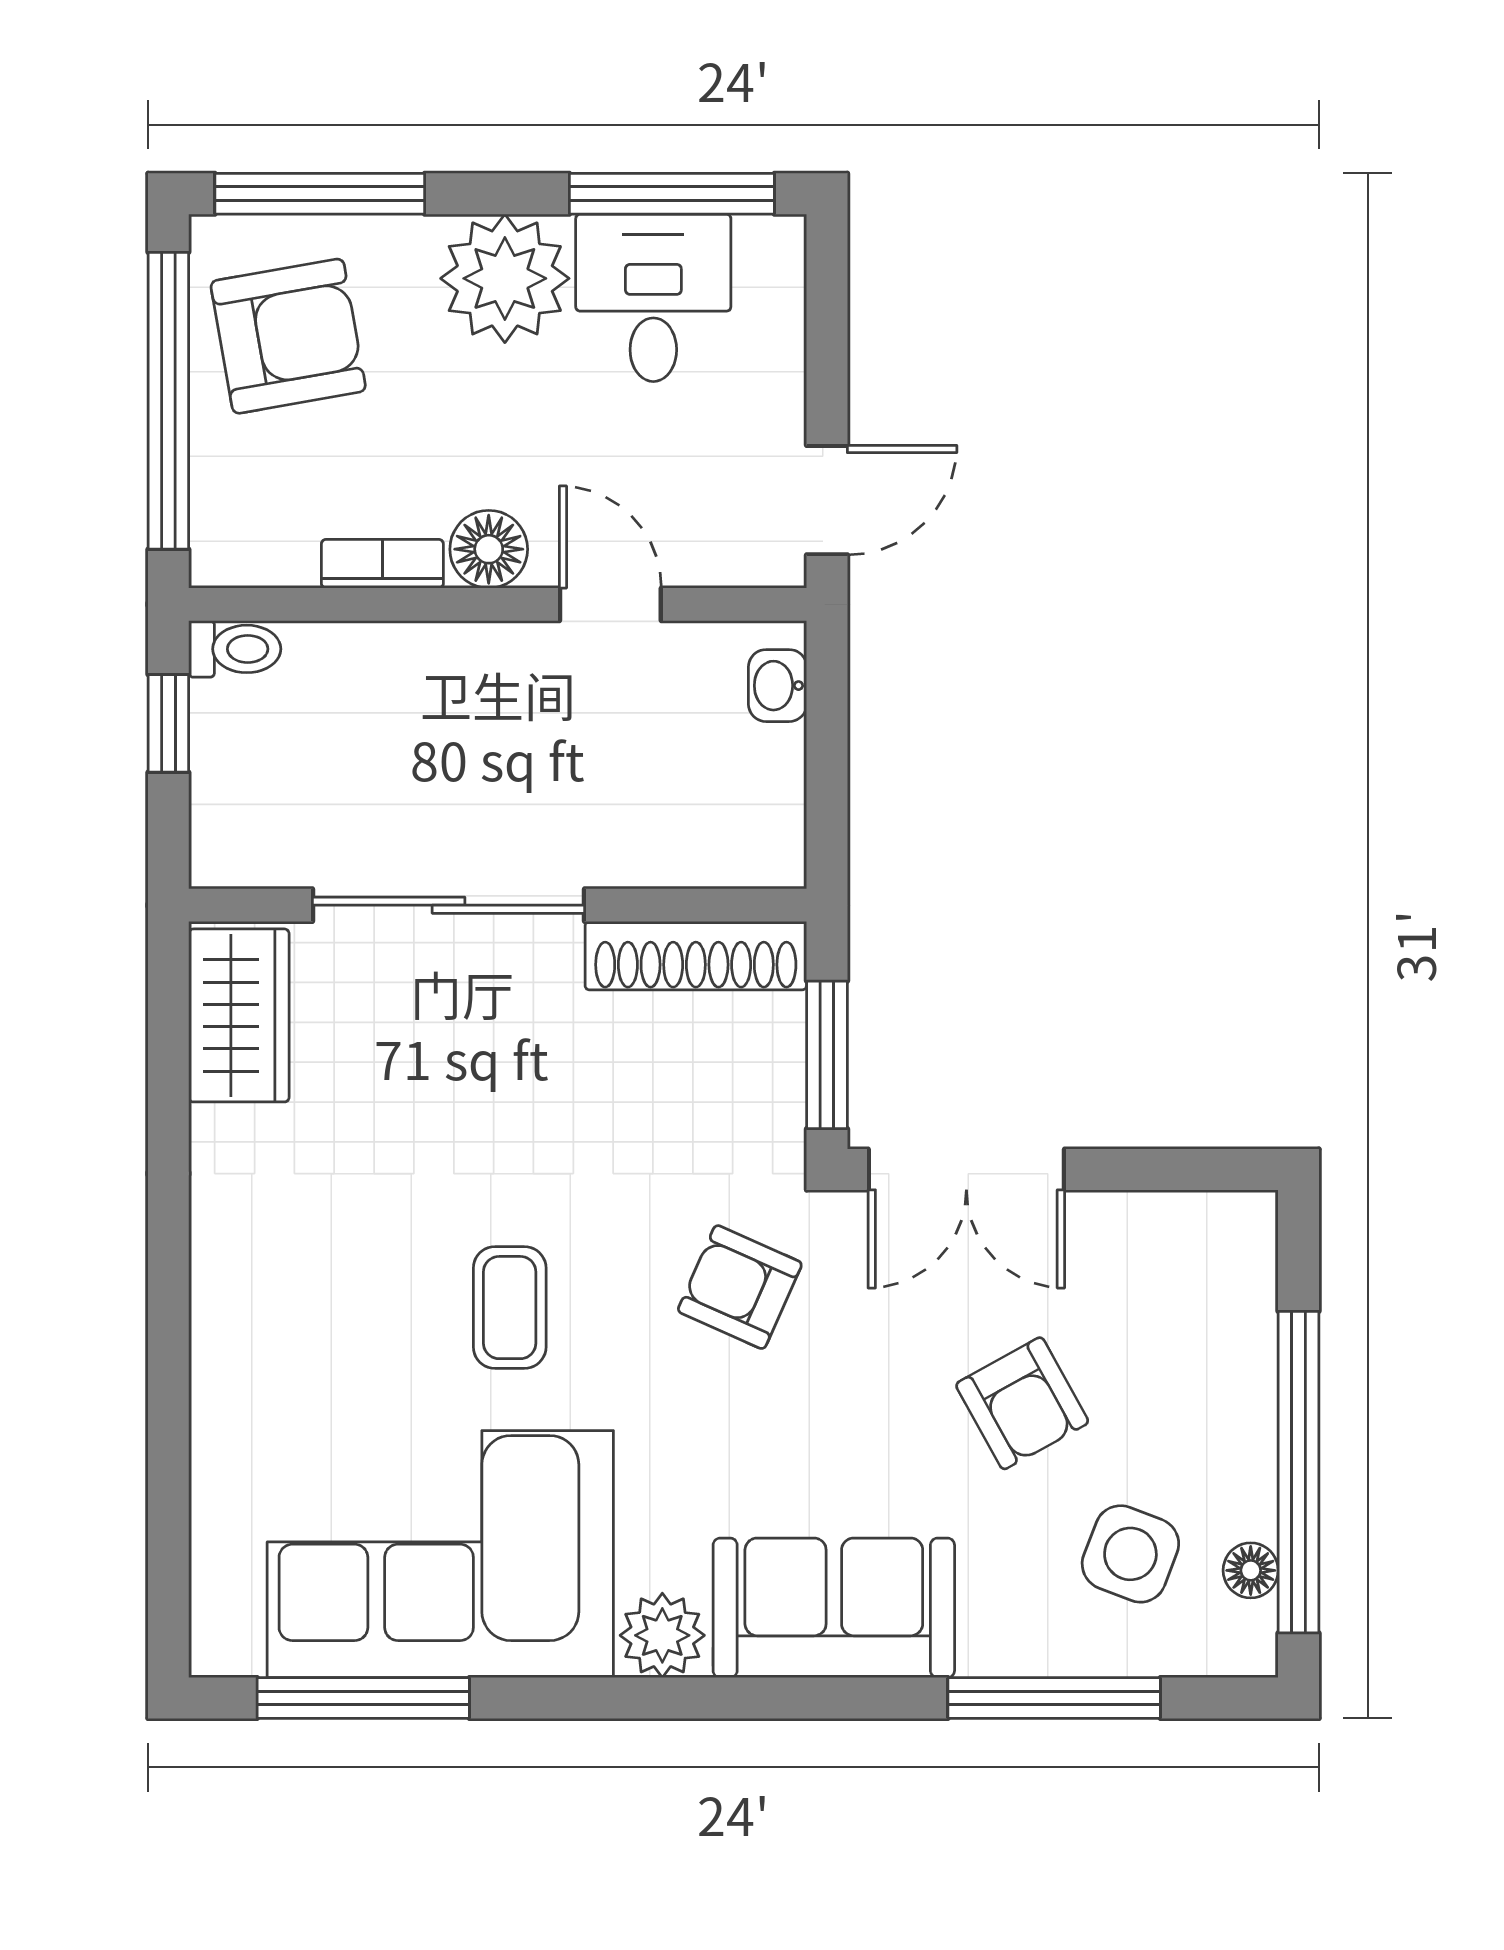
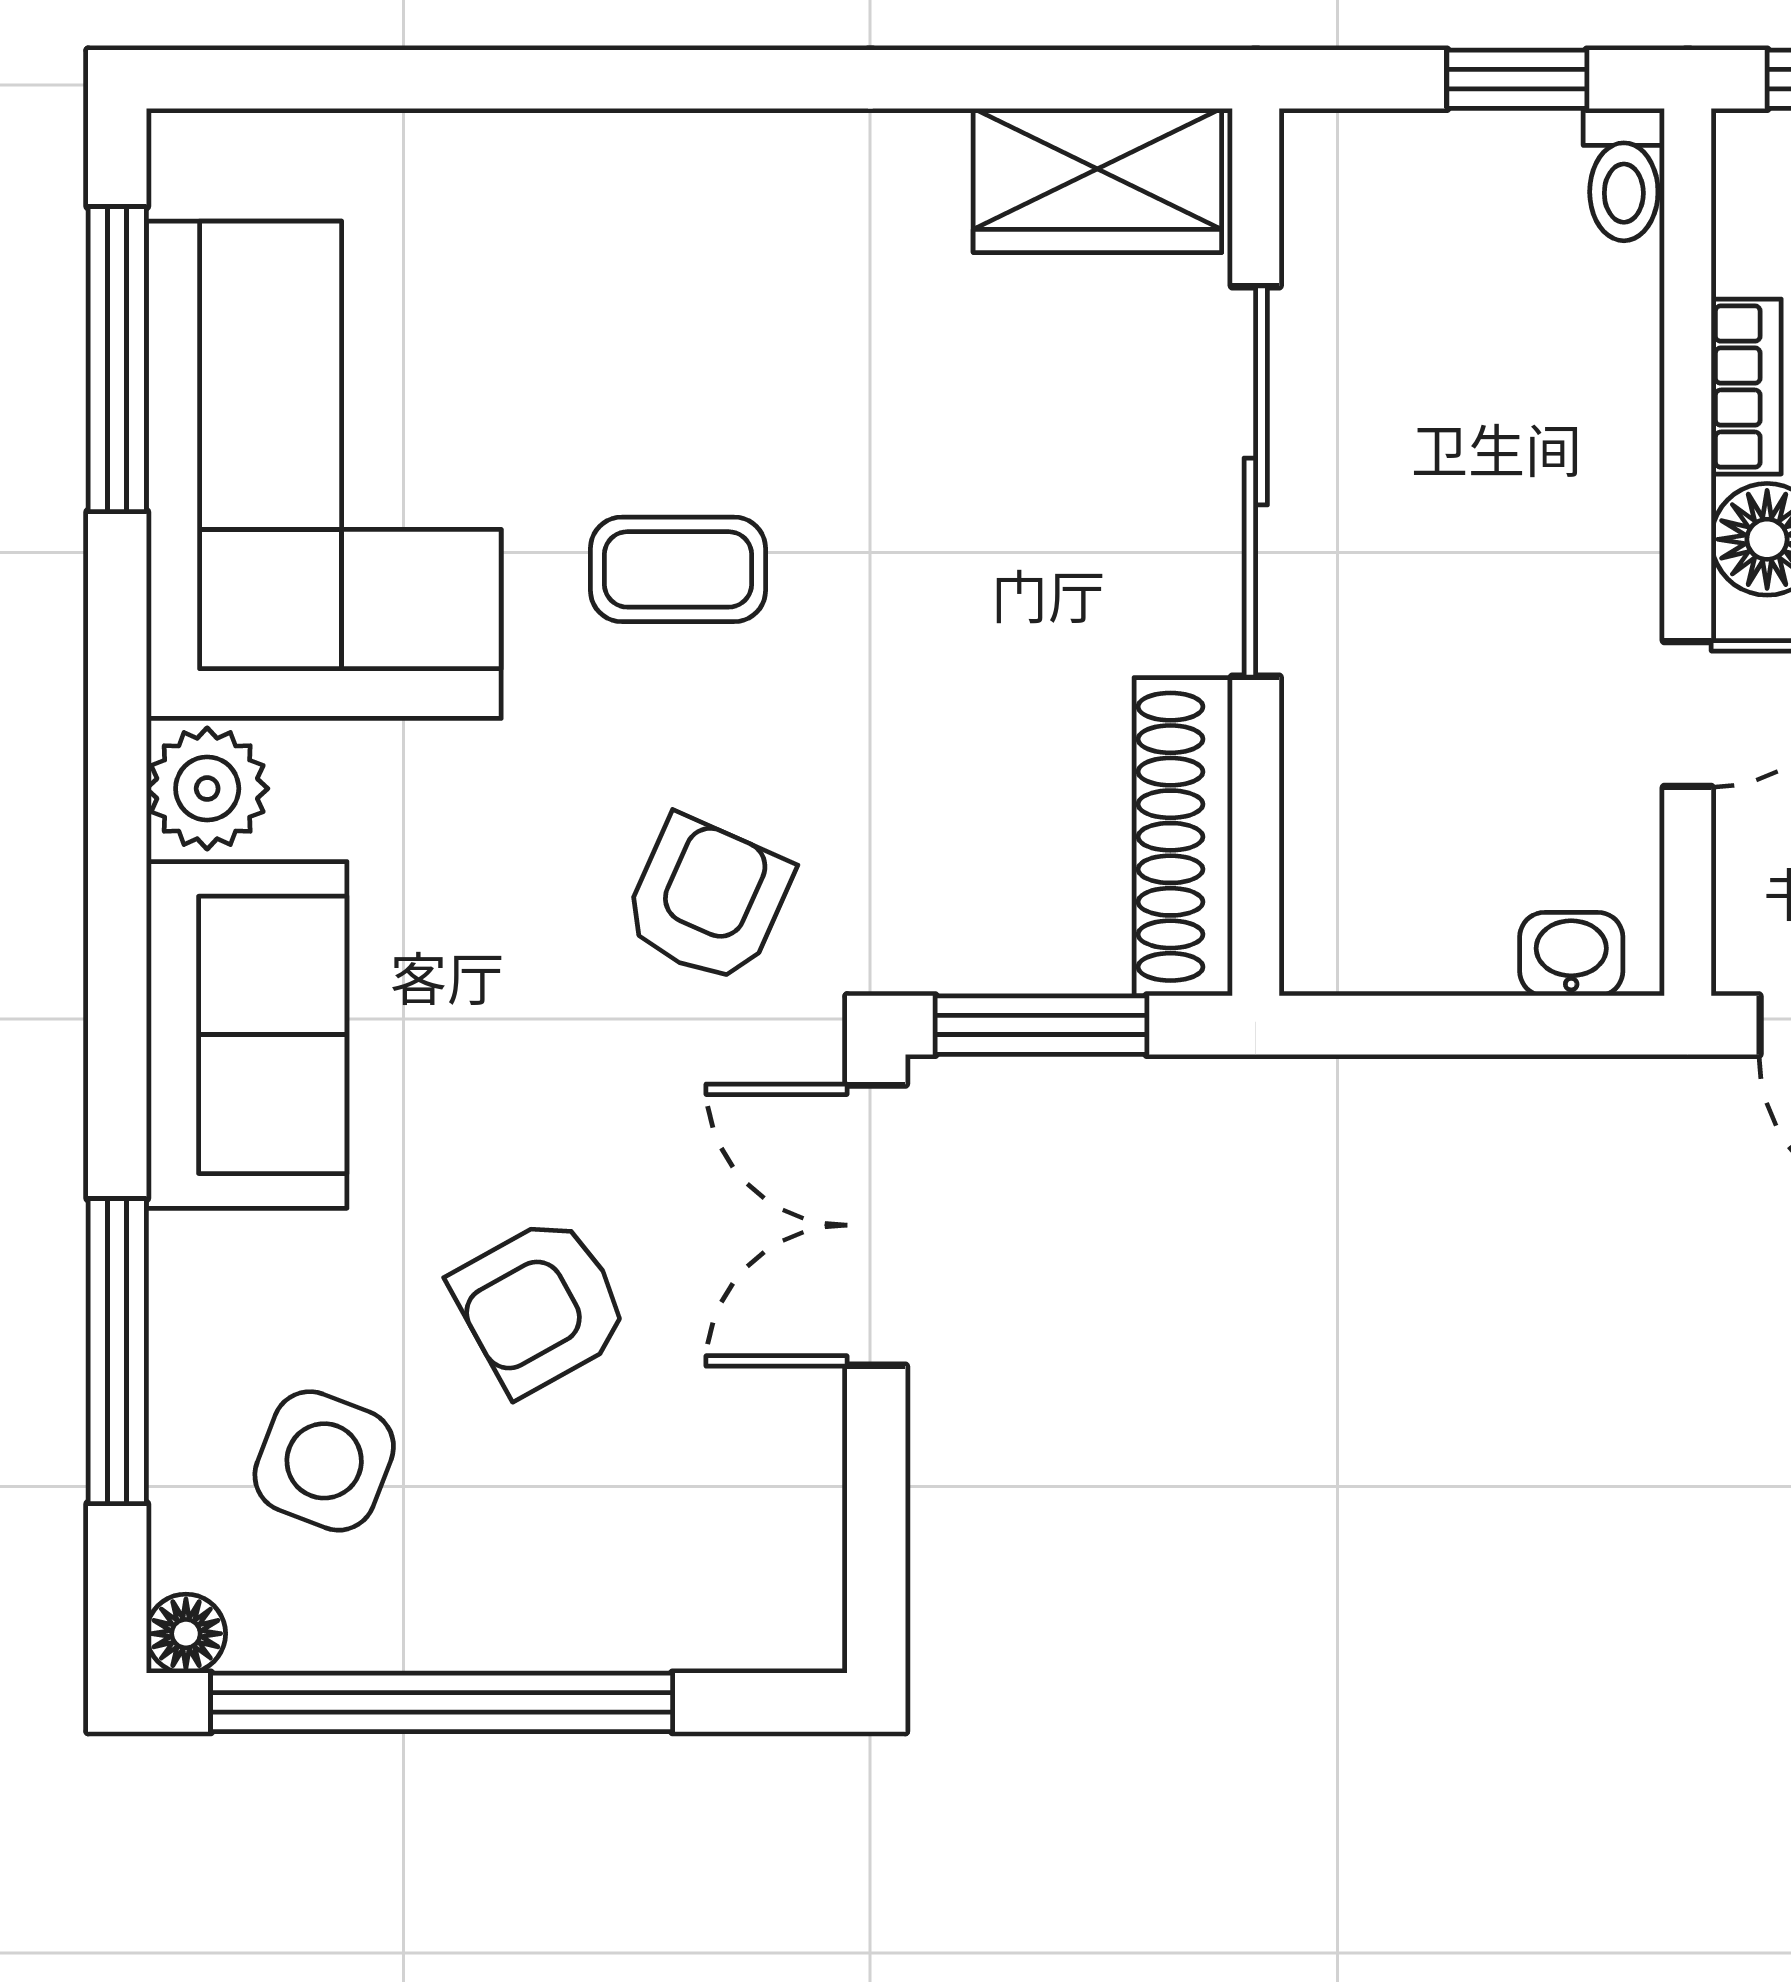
floor lamp: (1251, 1570) -> (186, 1634), moved

